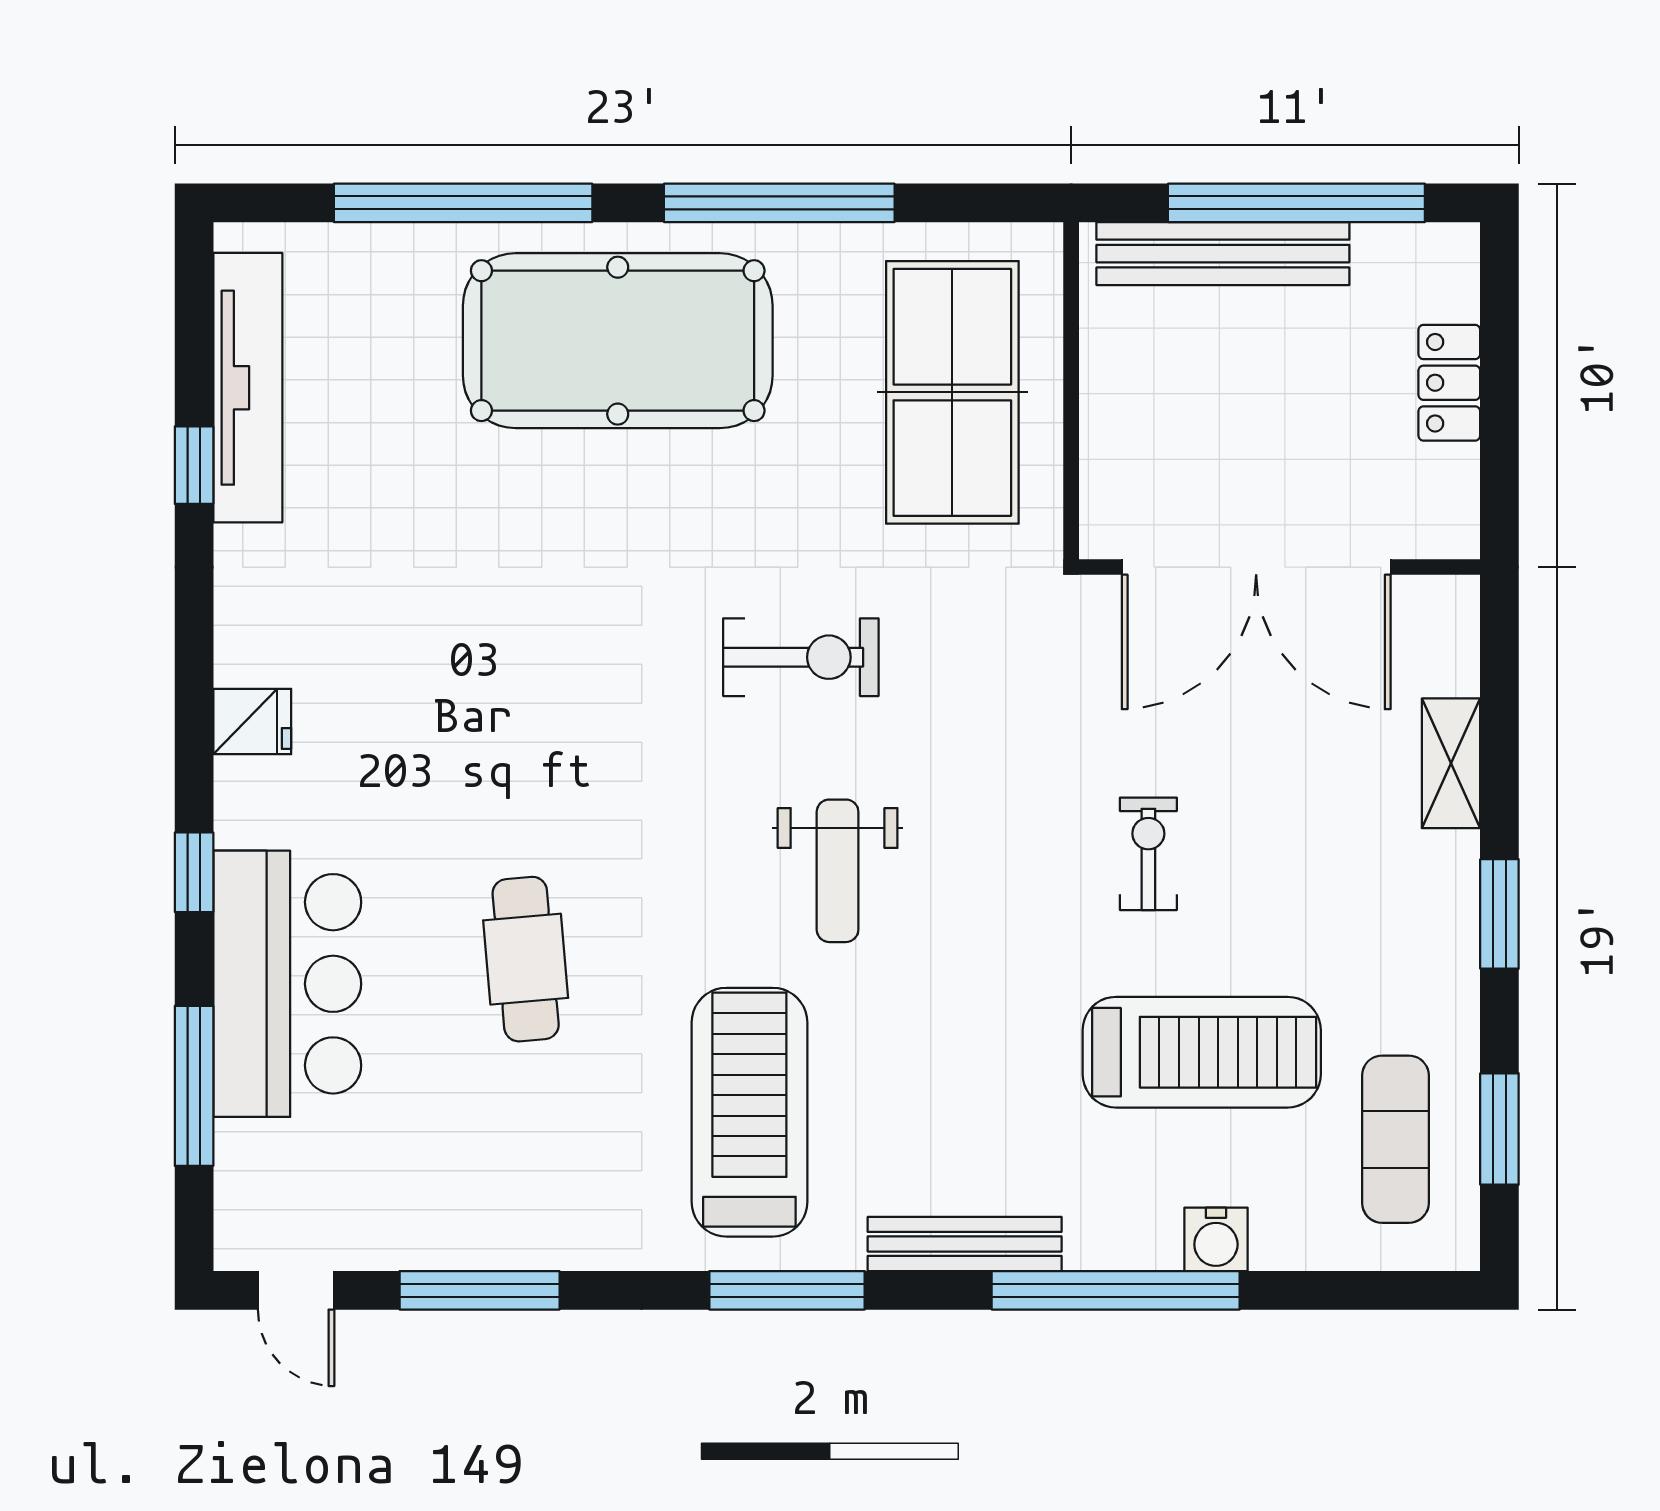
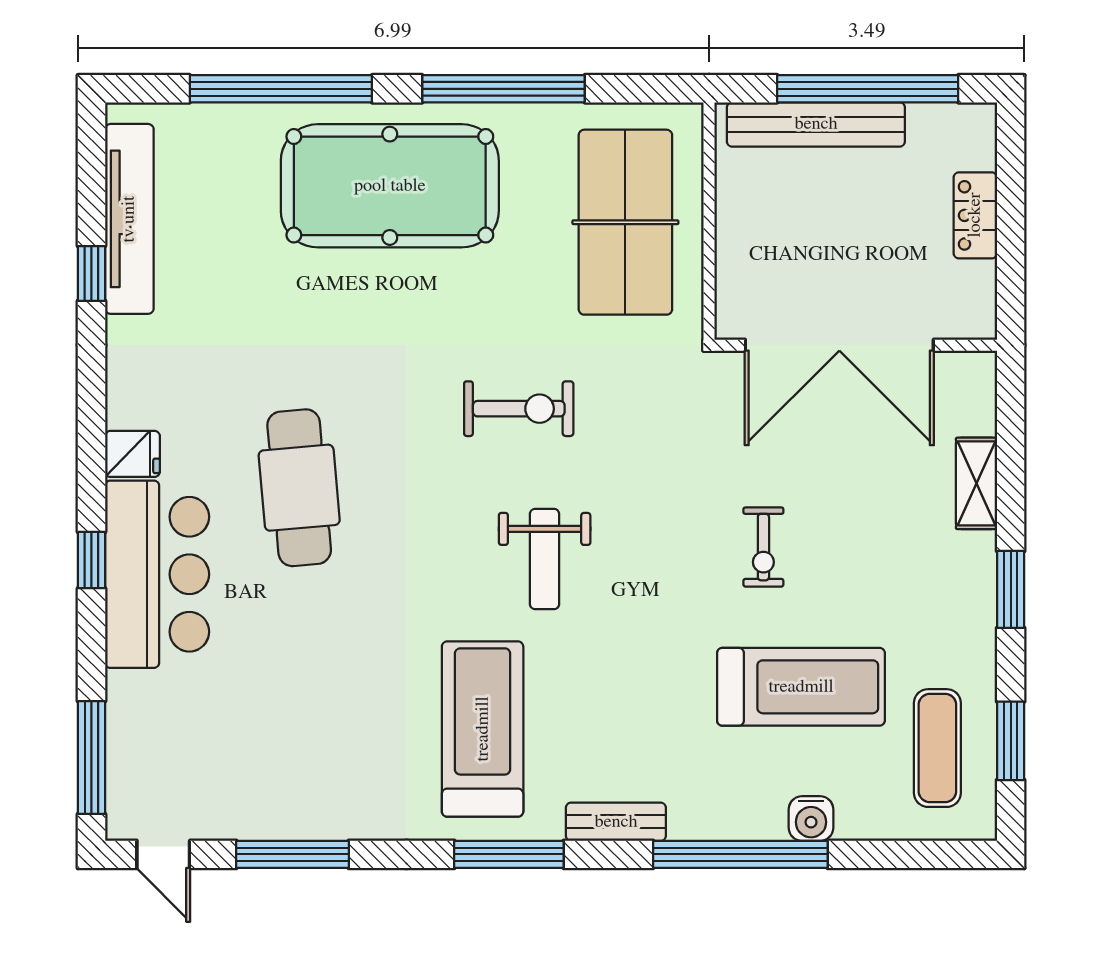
exercise bike: (1148, 854) -> (763, 547), turned 180
cafe table: (526, 959) -> (299, 488), moved, width x1.37, depth x1.35
bar counter: (287, 984) -> (157, 574), moved
window: (194, 1086) -> (91, 758), moved
bench: (965, 1244) -> (616, 822), width x0.73

